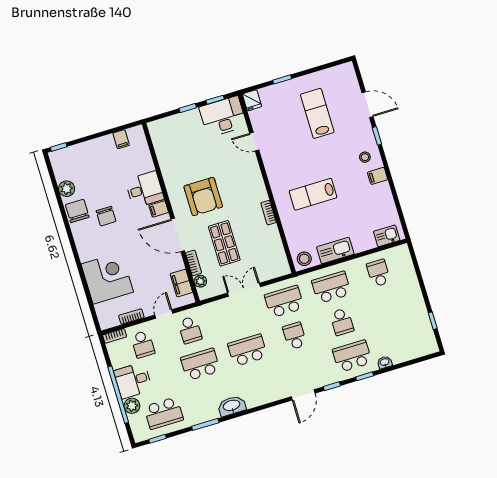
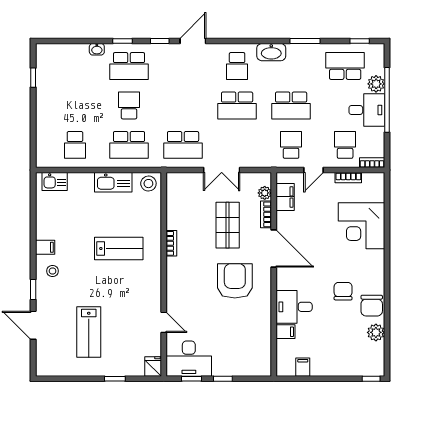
filing cabinet: (159, 209) -> (285, 332), moved
school desk: (295, 336) -> (237, 66), moved

